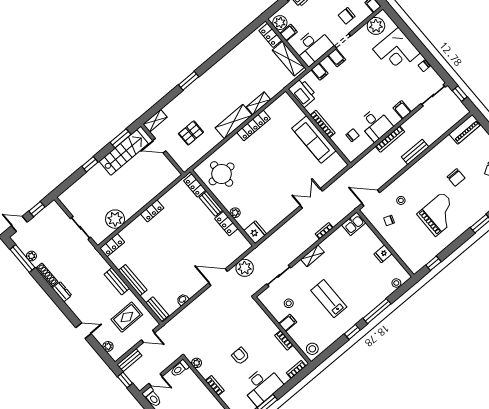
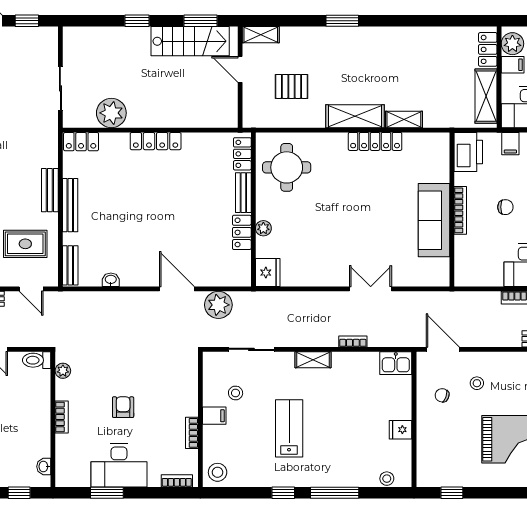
chair: (352, 135) -> (505, 207), moved
locker: (152, 211) -> (156, 141), width x1.53

